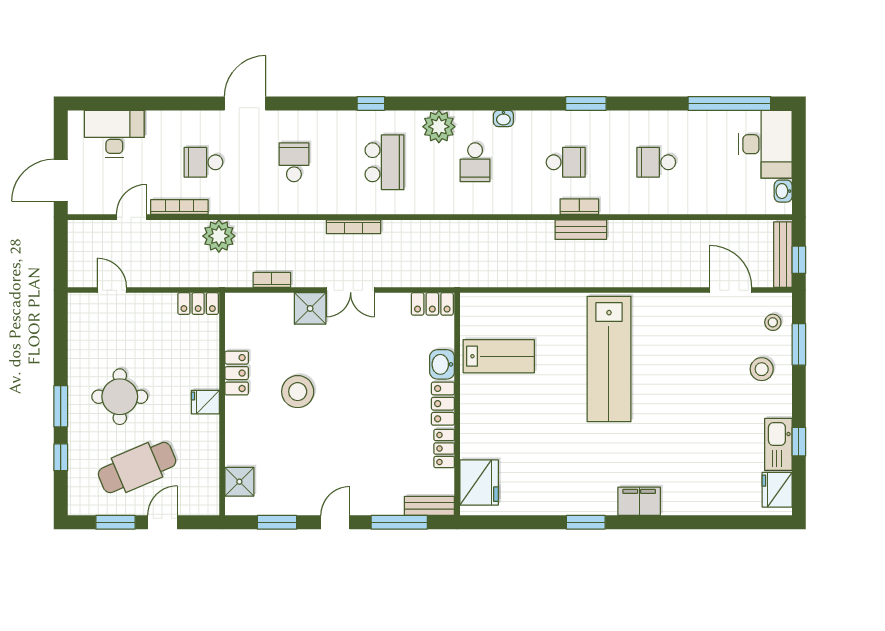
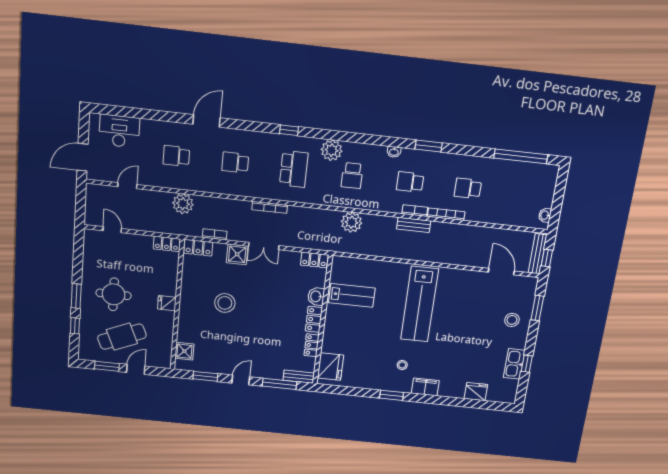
washbasin: (503, 118) -> (394, 152), moved
desk: (765, 144) -> (539, 185), removed
school desk: (294, 162) -> (235, 163), turned -90
school desk: (566, 162) -> (410, 182), turned 180
bookcase: (179, 207) -> (446, 214), moved
plant: (483, 236) -> (352, 222), added
stool: (773, 322) -> (402, 365), moved
locker: (237, 373) -> (198, 248), moved, turned 90
fridge: (777, 490) -> (476, 392), moved, turned 90

